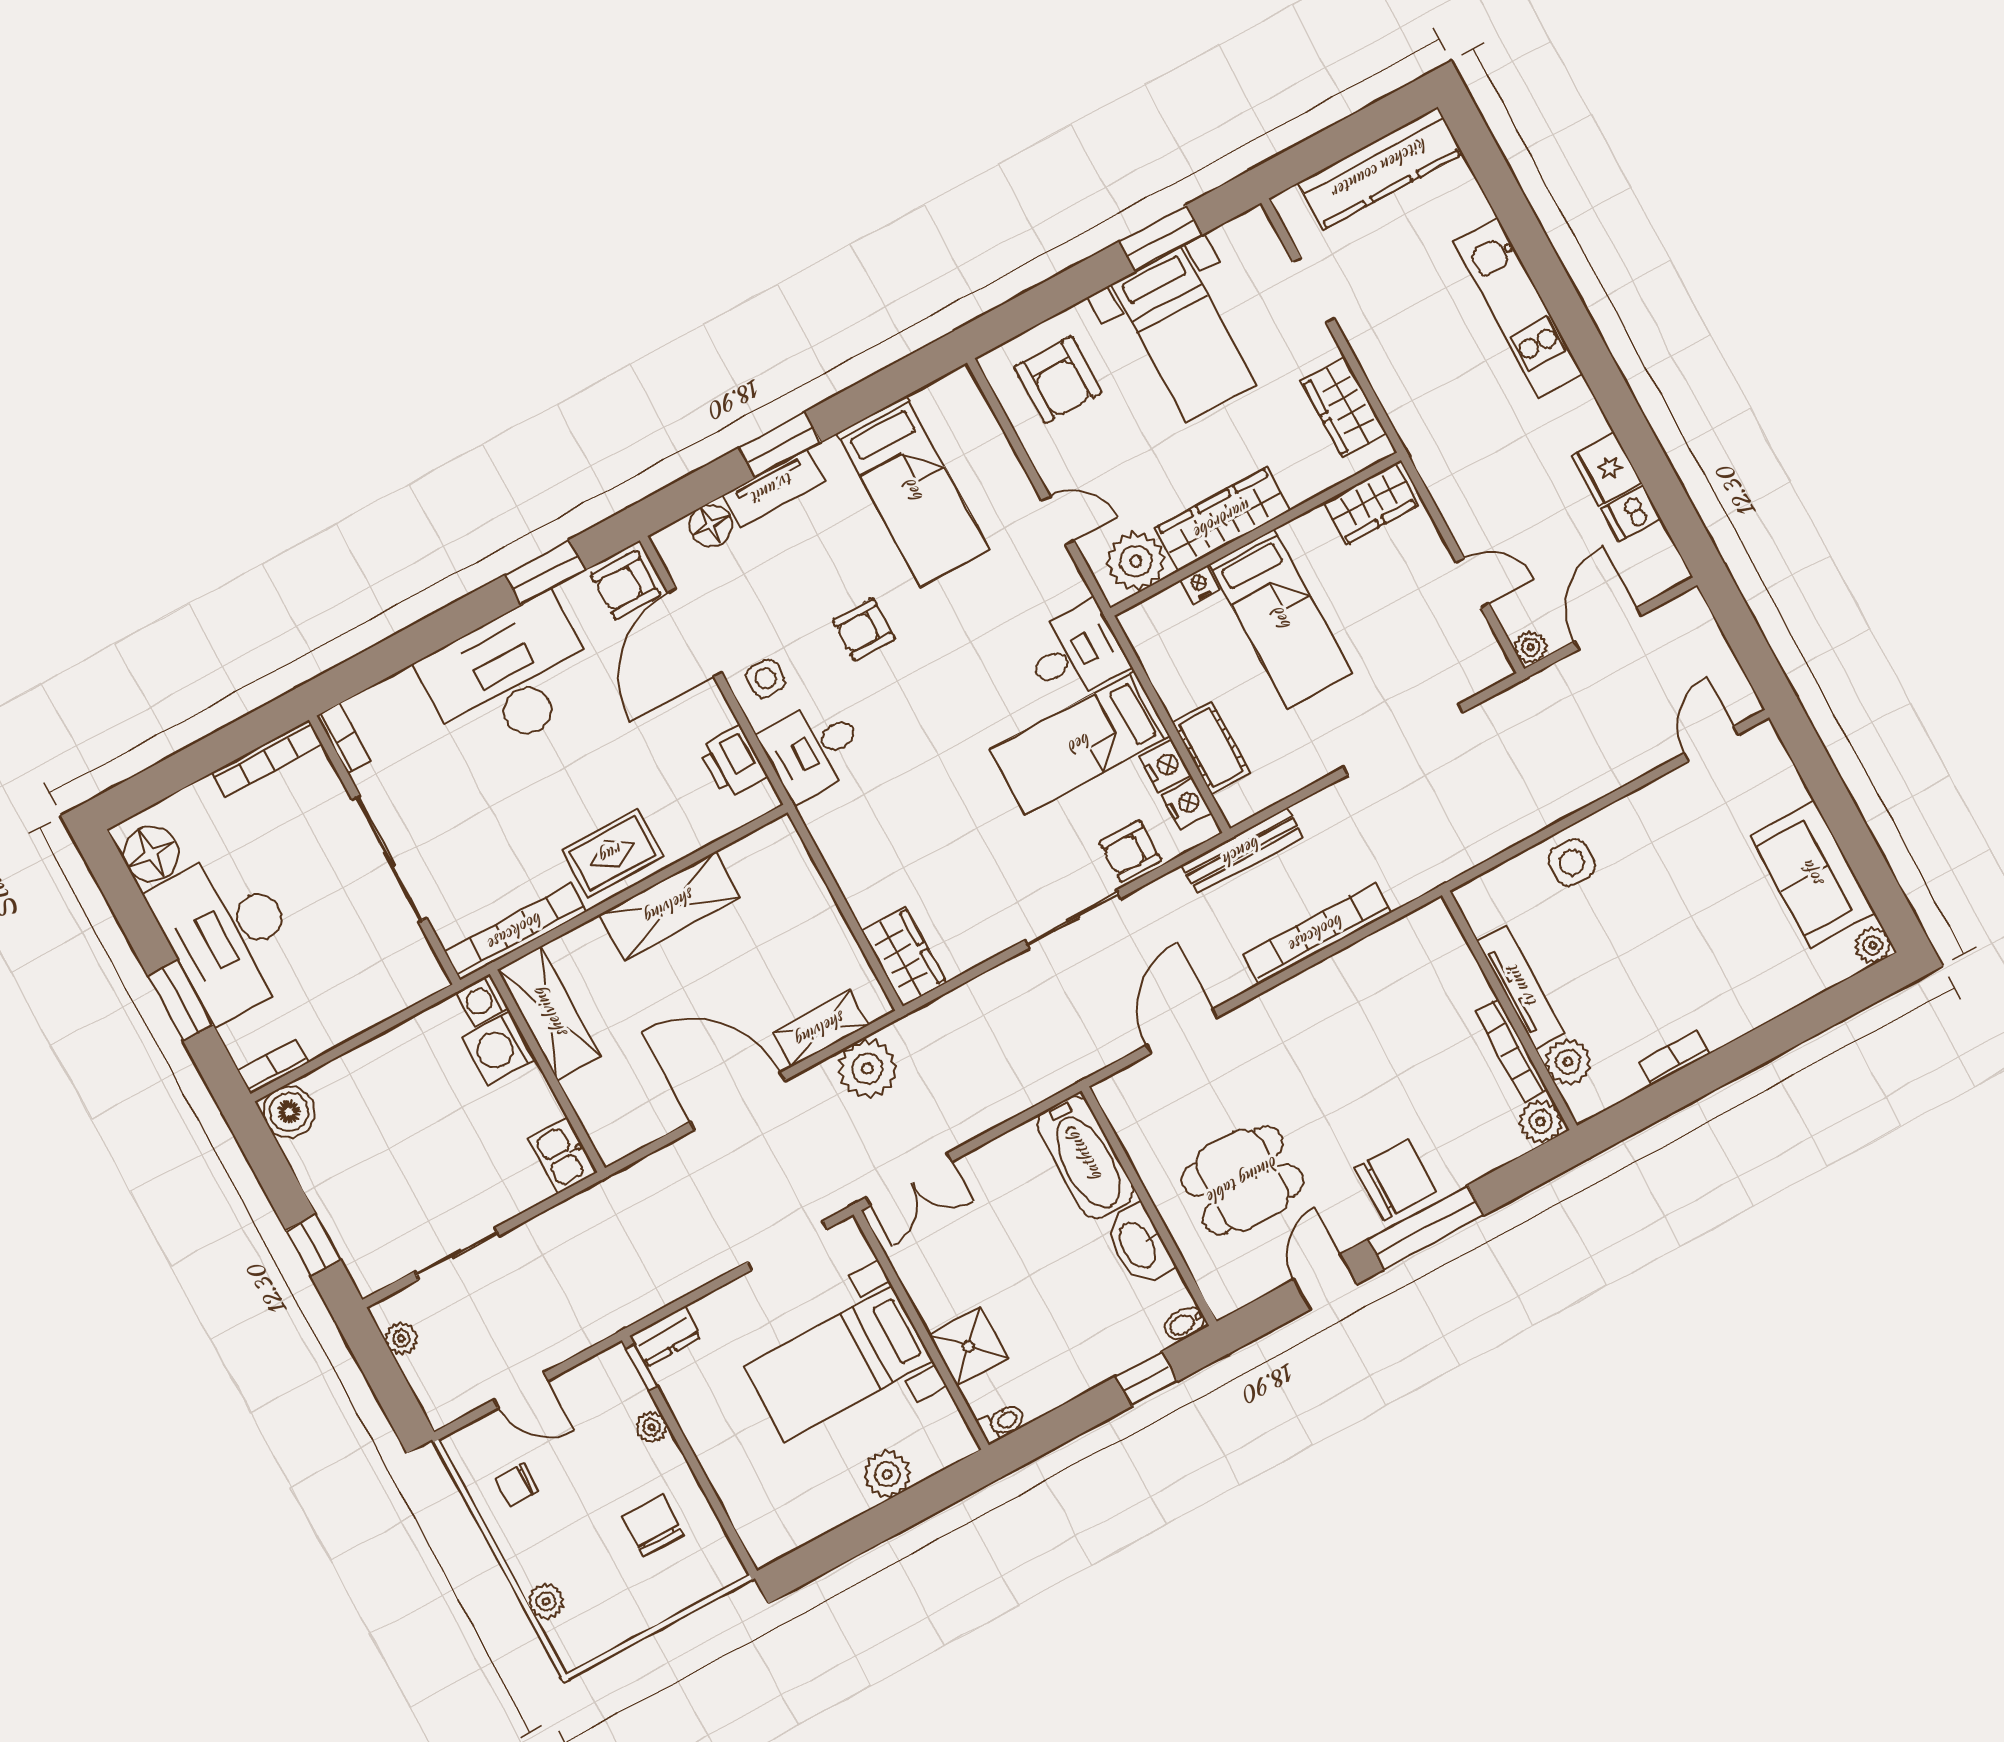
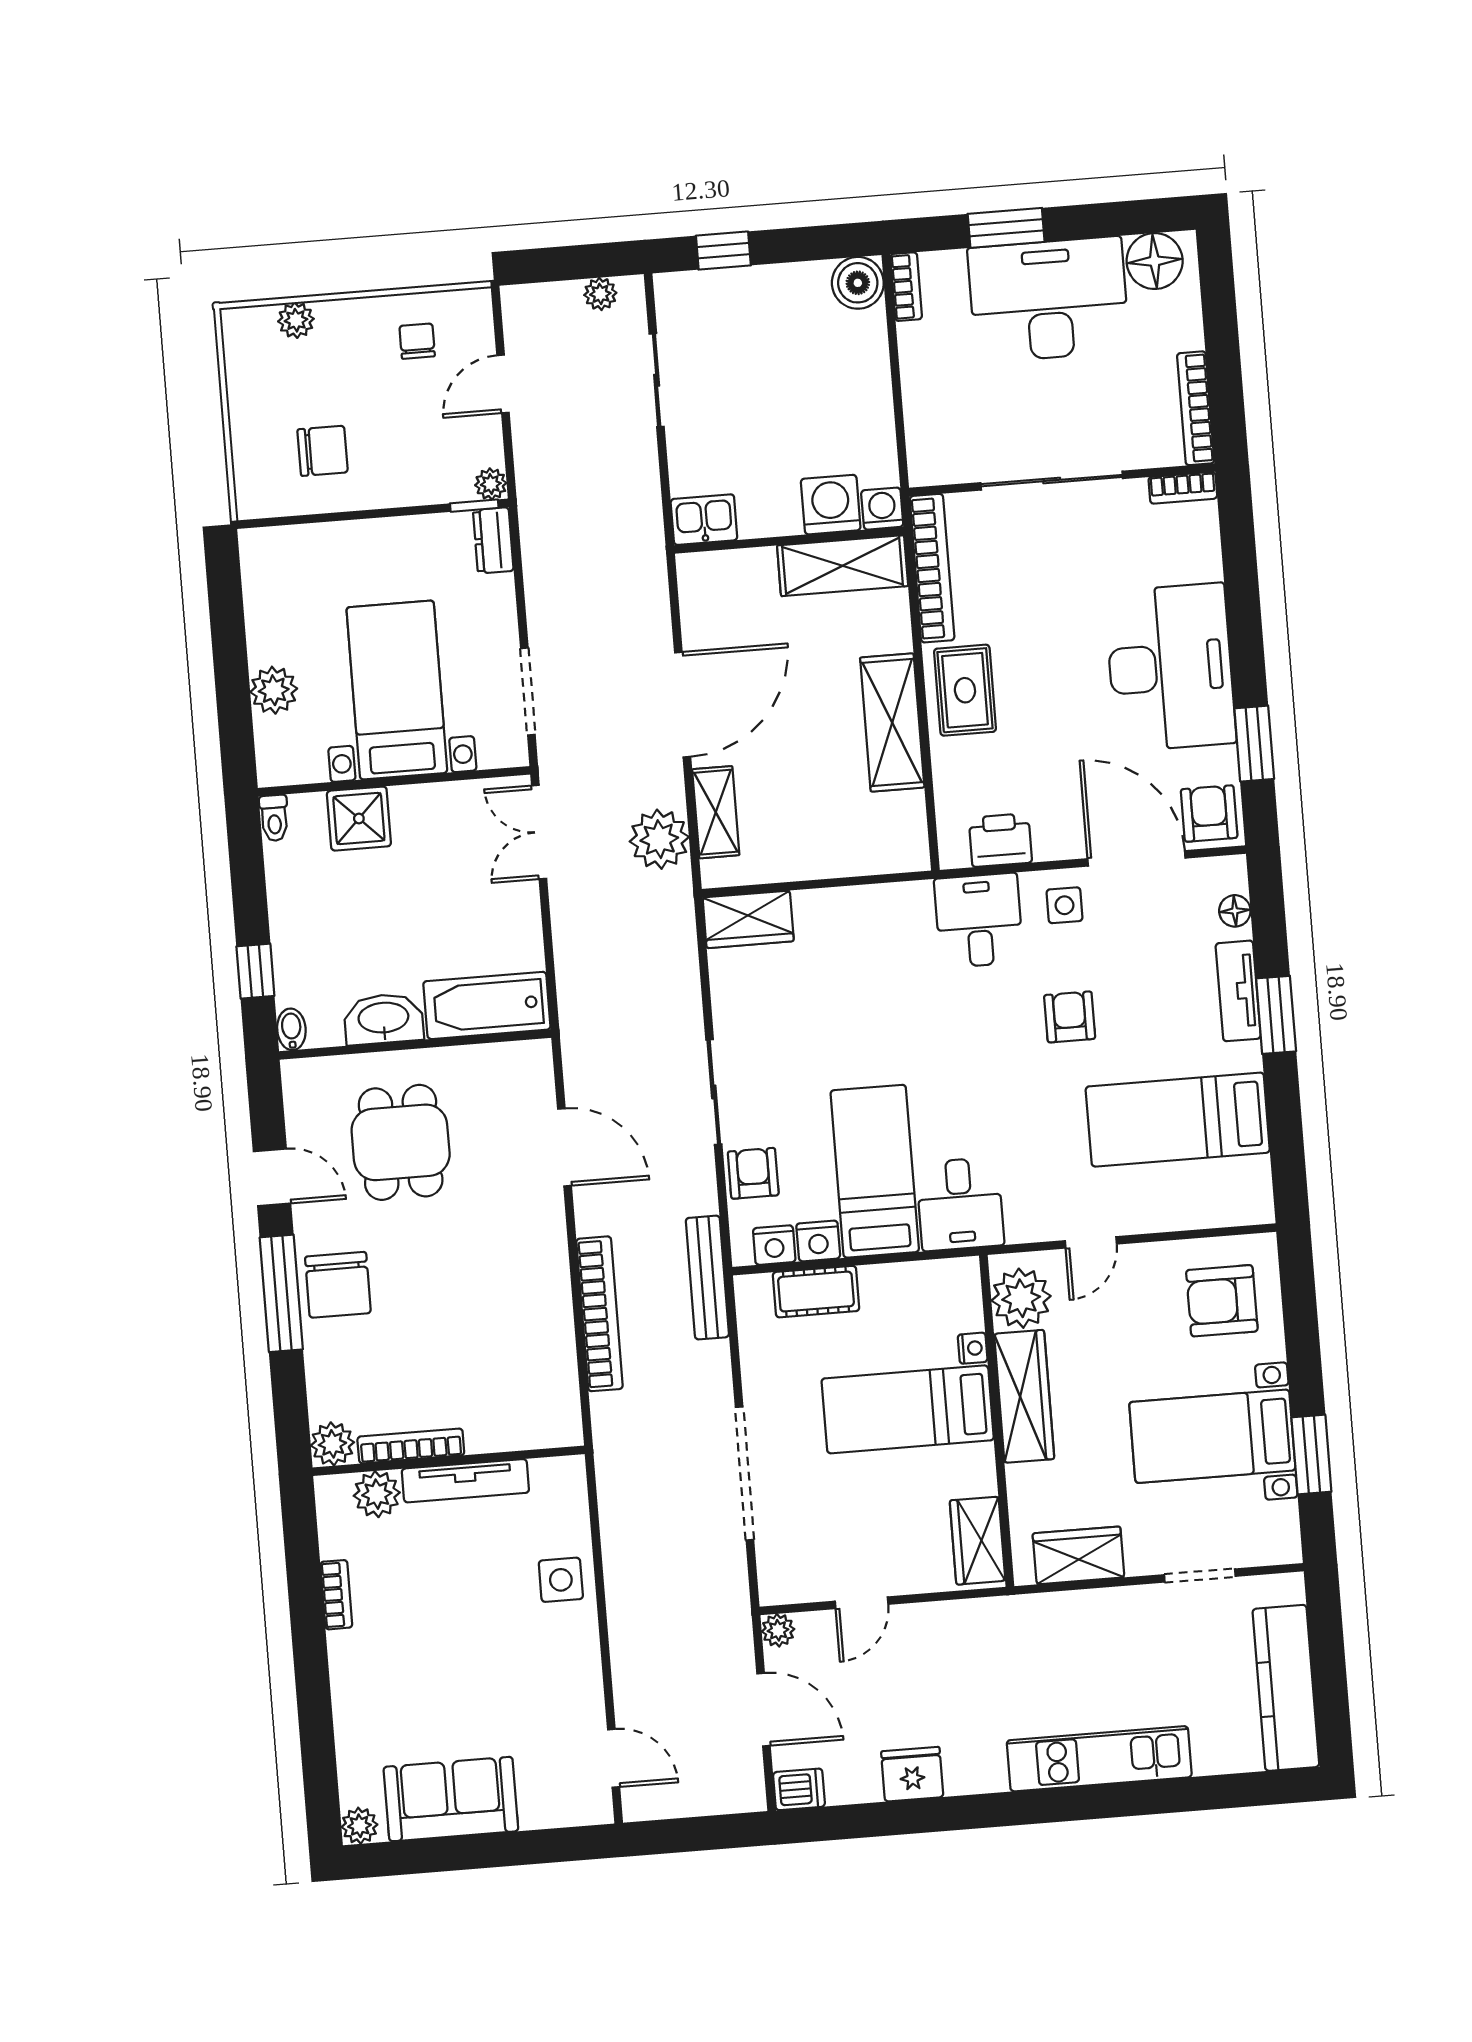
dishwasher: (1631, 514) -> (799, 1789), moved, turned 90
floor lamp: (711, 526) -> (1235, 911), width x0.73, depth x0.73
plant: (651, 1427) -> (491, 484), moved

